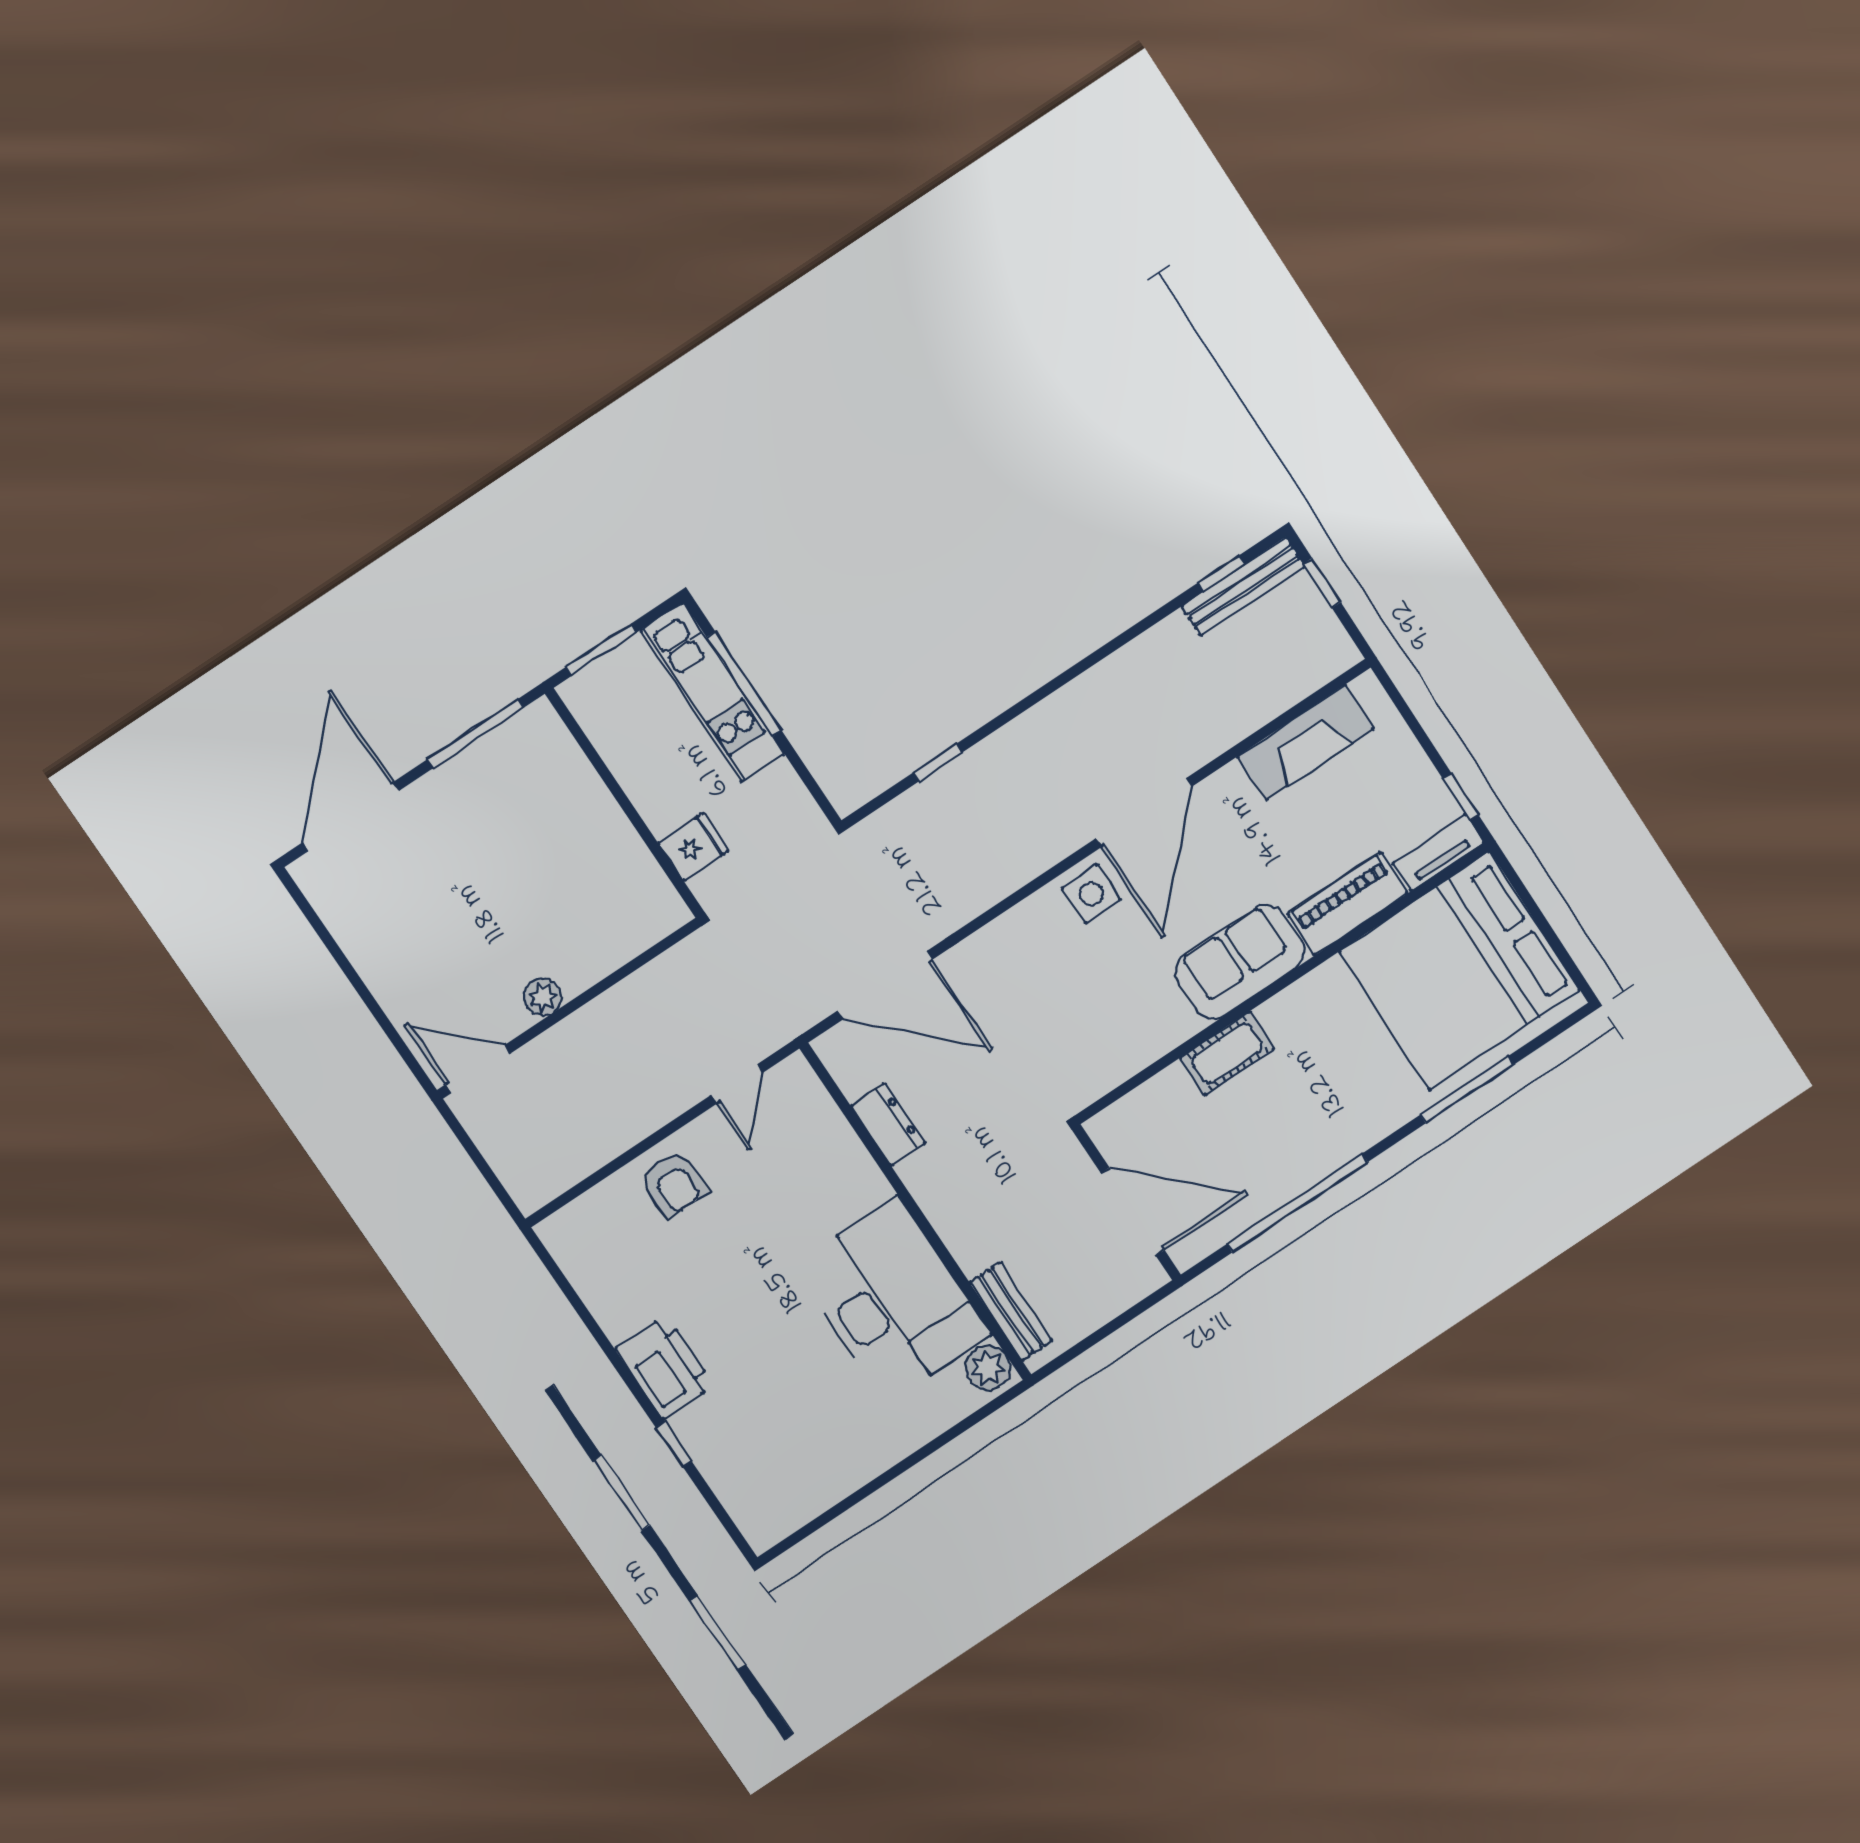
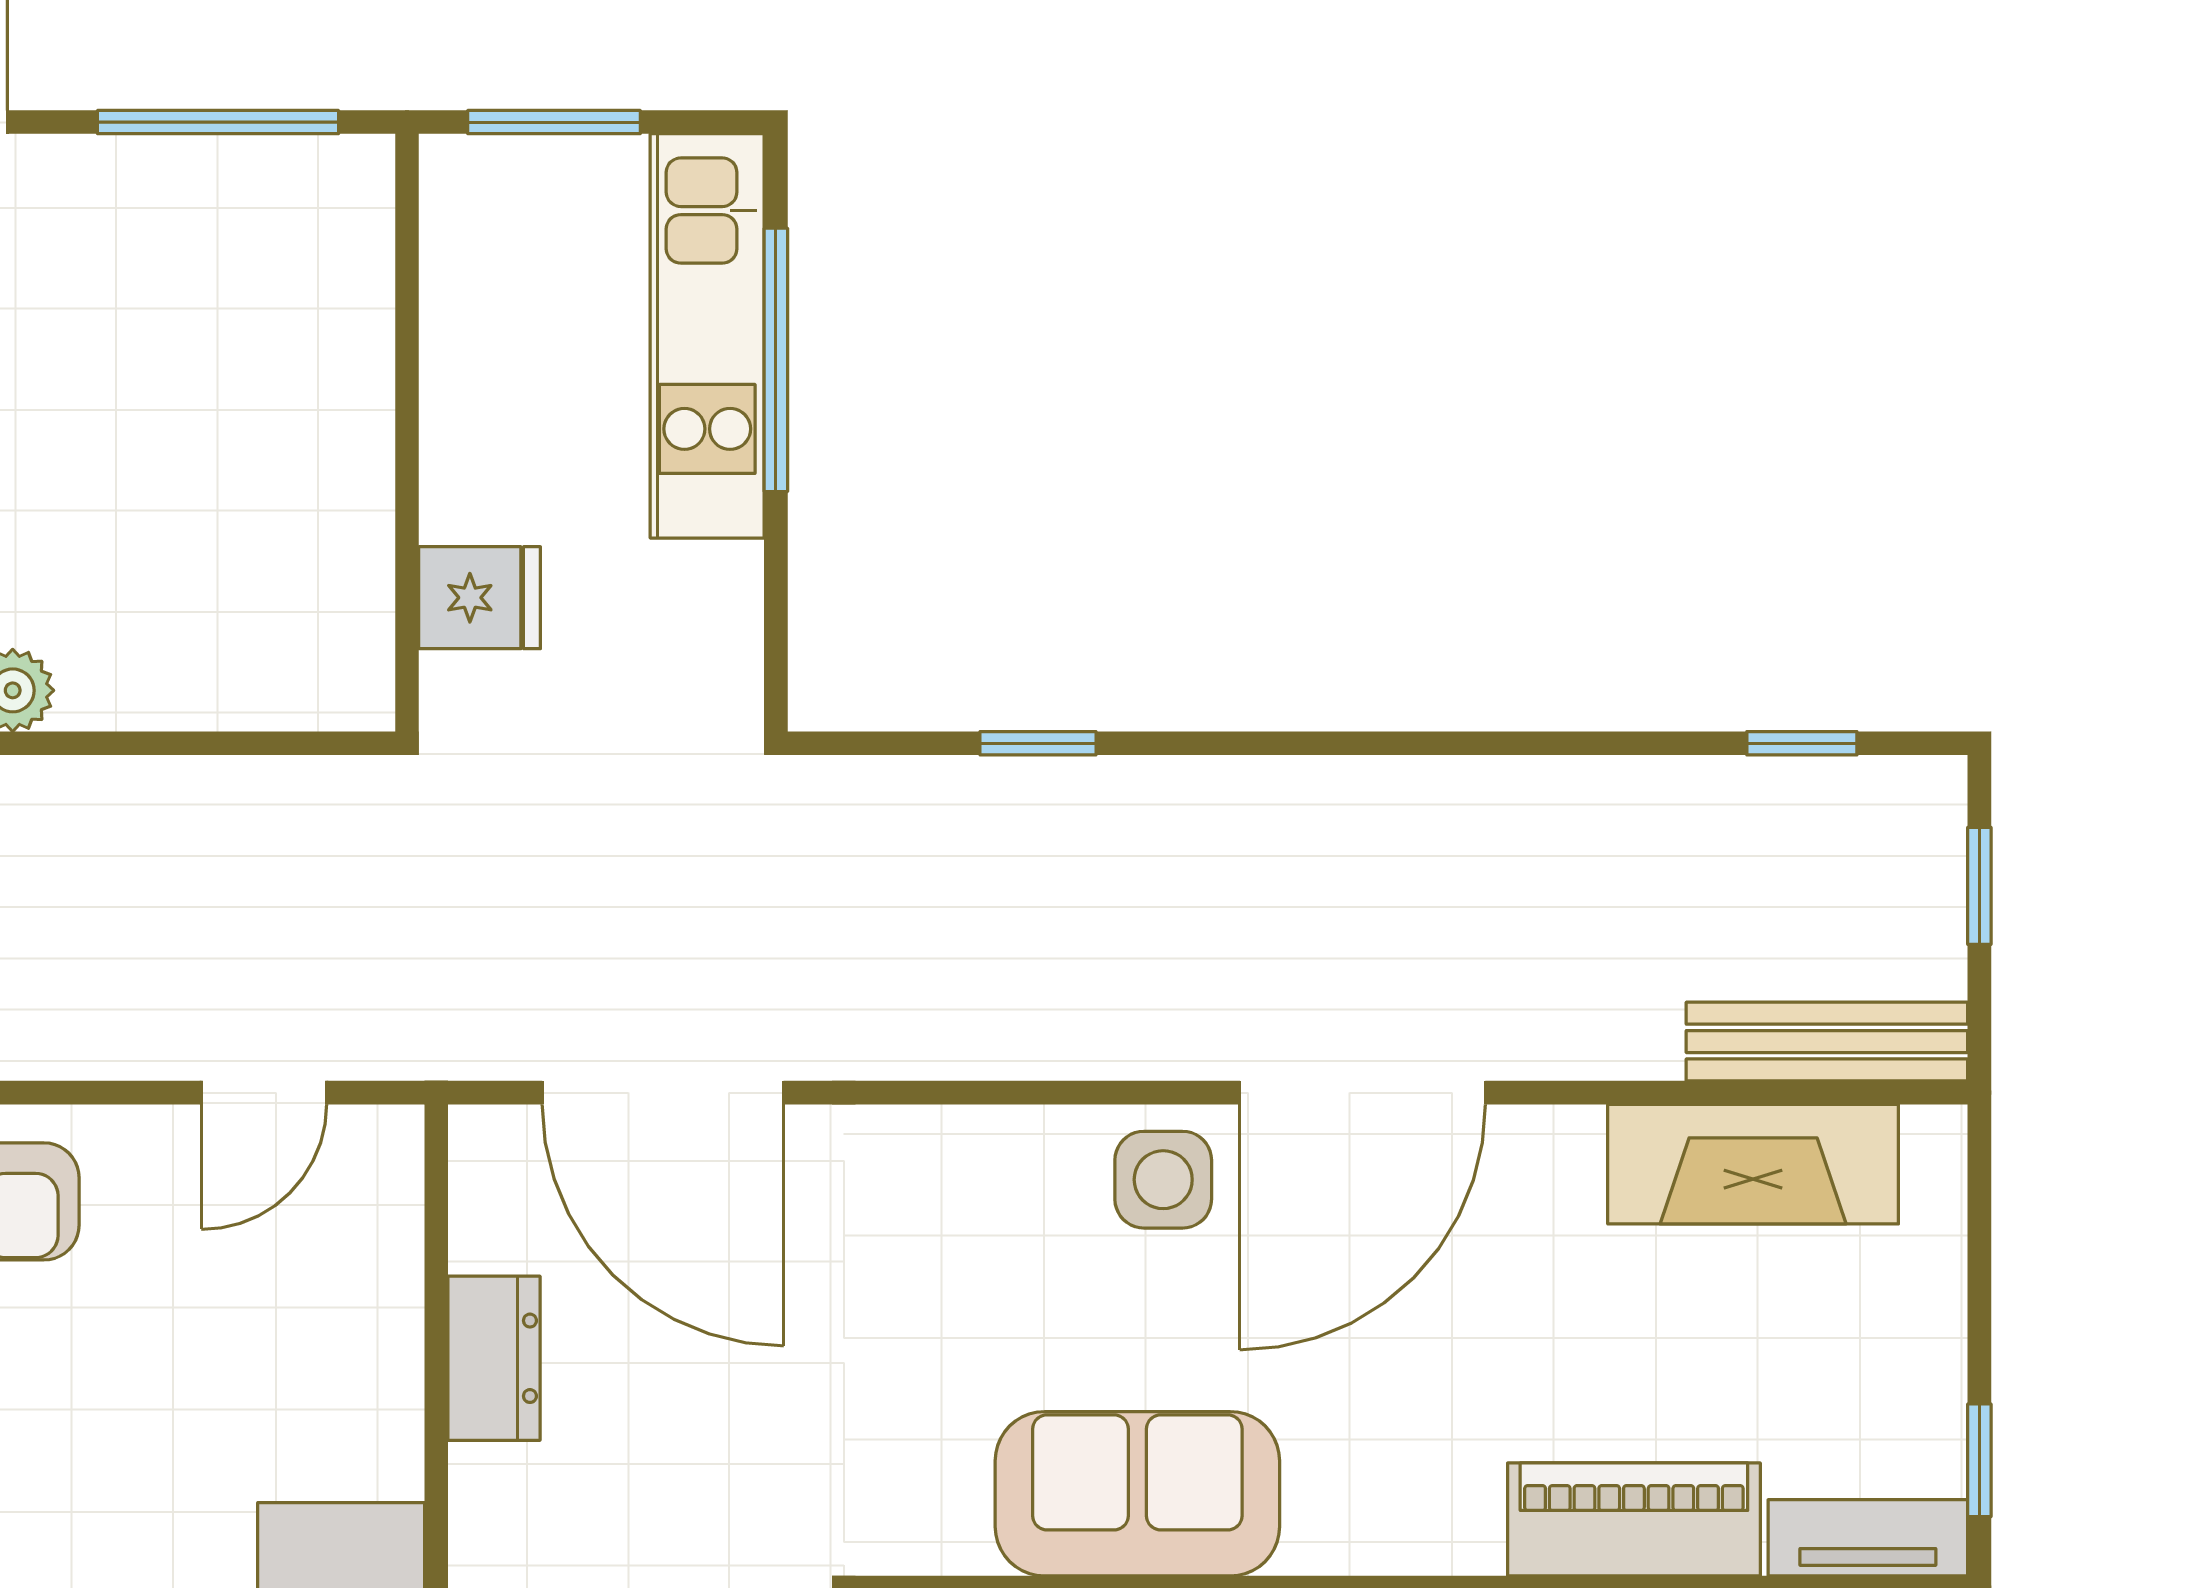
bench: (1243, 586) -> (1827, 1042), moved
sofa: (1240, 962) -> (1137, 1494), moved

